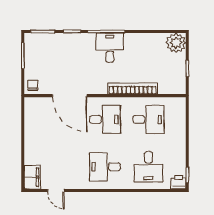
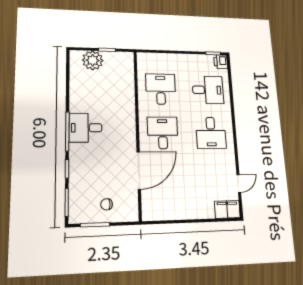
plant: (176, 43) -> (93, 60), moved
chair: (33, 85) -> (107, 204), moved
bookcase: (133, 89) -> (129, 104), removed

